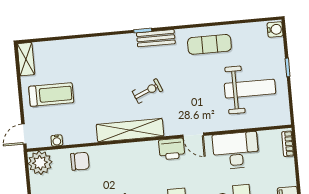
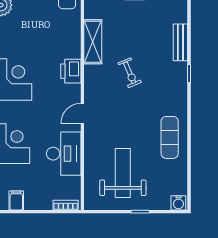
bench: (156, 38) -> (180, 42), moved
weight bench: (250, 89) -> (123, 173), turned 180
shelving: (130, 130) -> (93, 42), width x0.68
printer: (172, 149) -> (71, 71), moved

